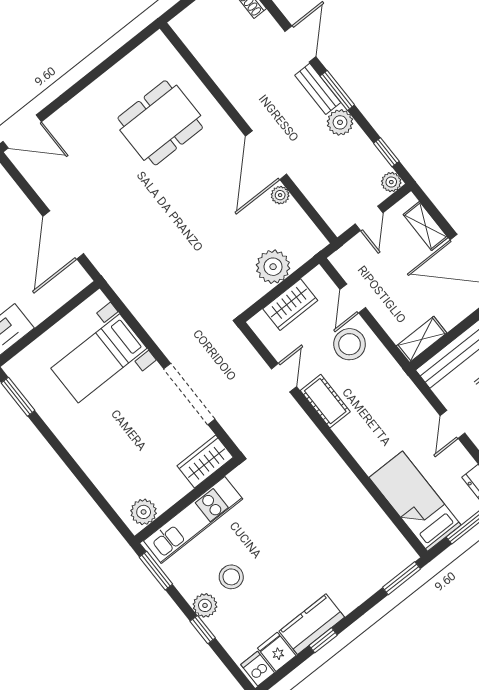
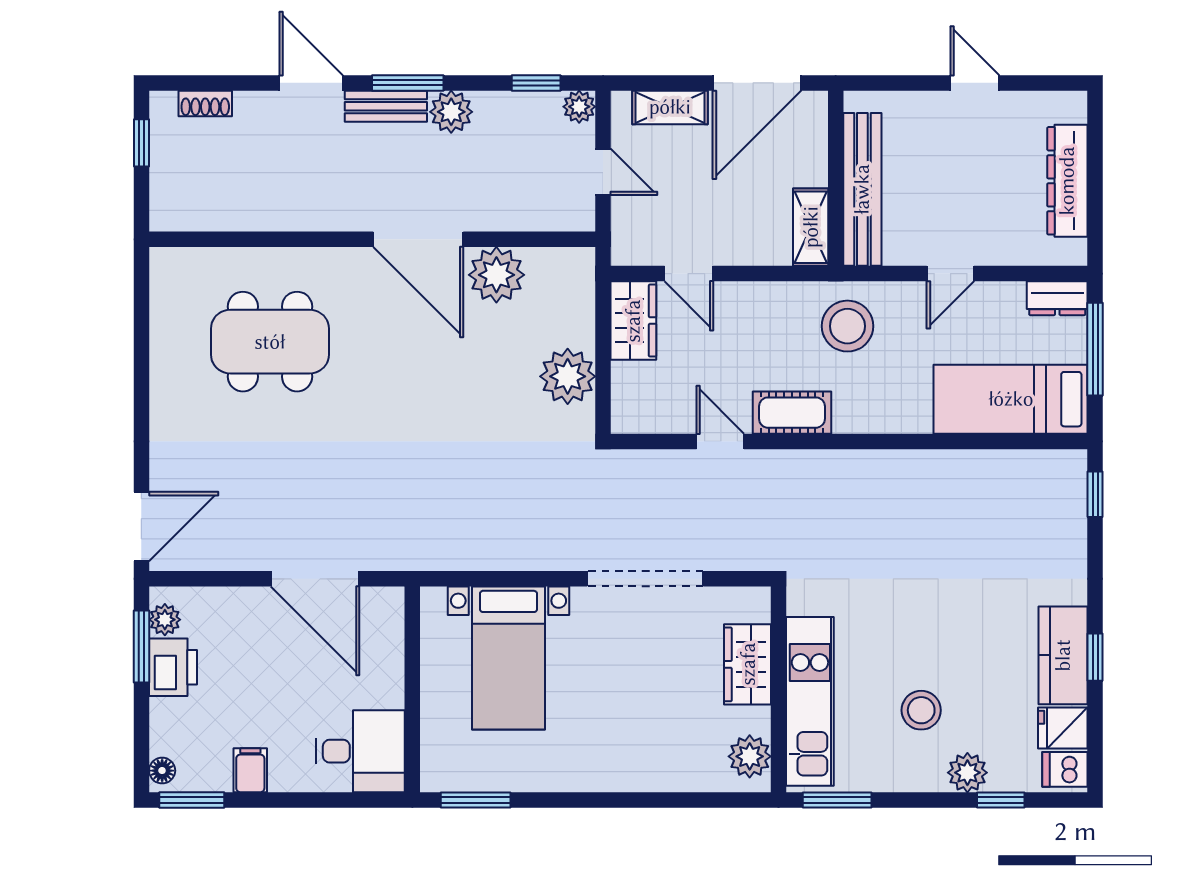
dining table: (160, 123) -> (270, 342), turned 90
plant: (280, 195) -> (496, 275), width x1.88, depth x1.88
plant: (273, 267) -> (568, 376), moved
wardrobe: (290, 305) -> (633, 321), moved
stool: (350, 344) -> (847, 326), moved
door: (453, 424) -> (950, 274), hinge flipped
wardrobe: (205, 461) -> (748, 664), moved
window: (402, 578) -> (1095, 494), width x0.67
plant: (205, 605) -> (967, 773), moved
window: (203, 630) -> (1001, 800), moved

